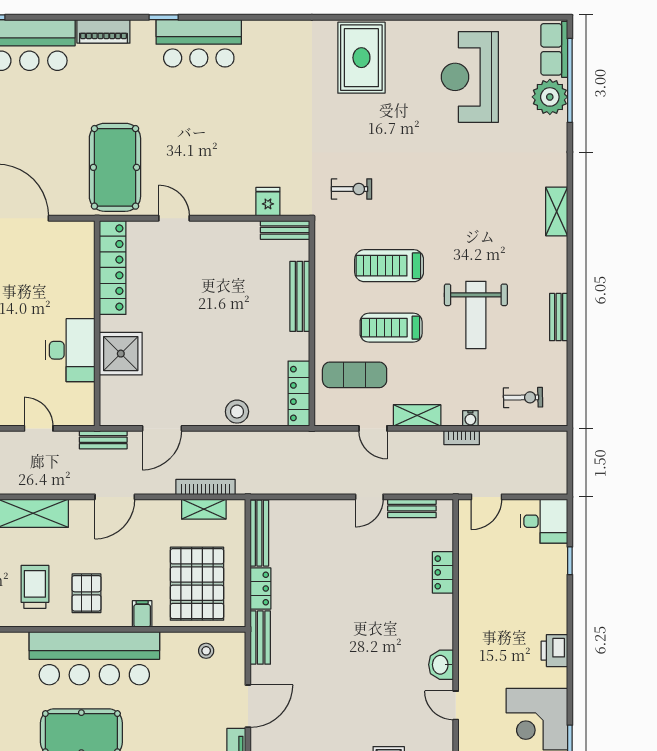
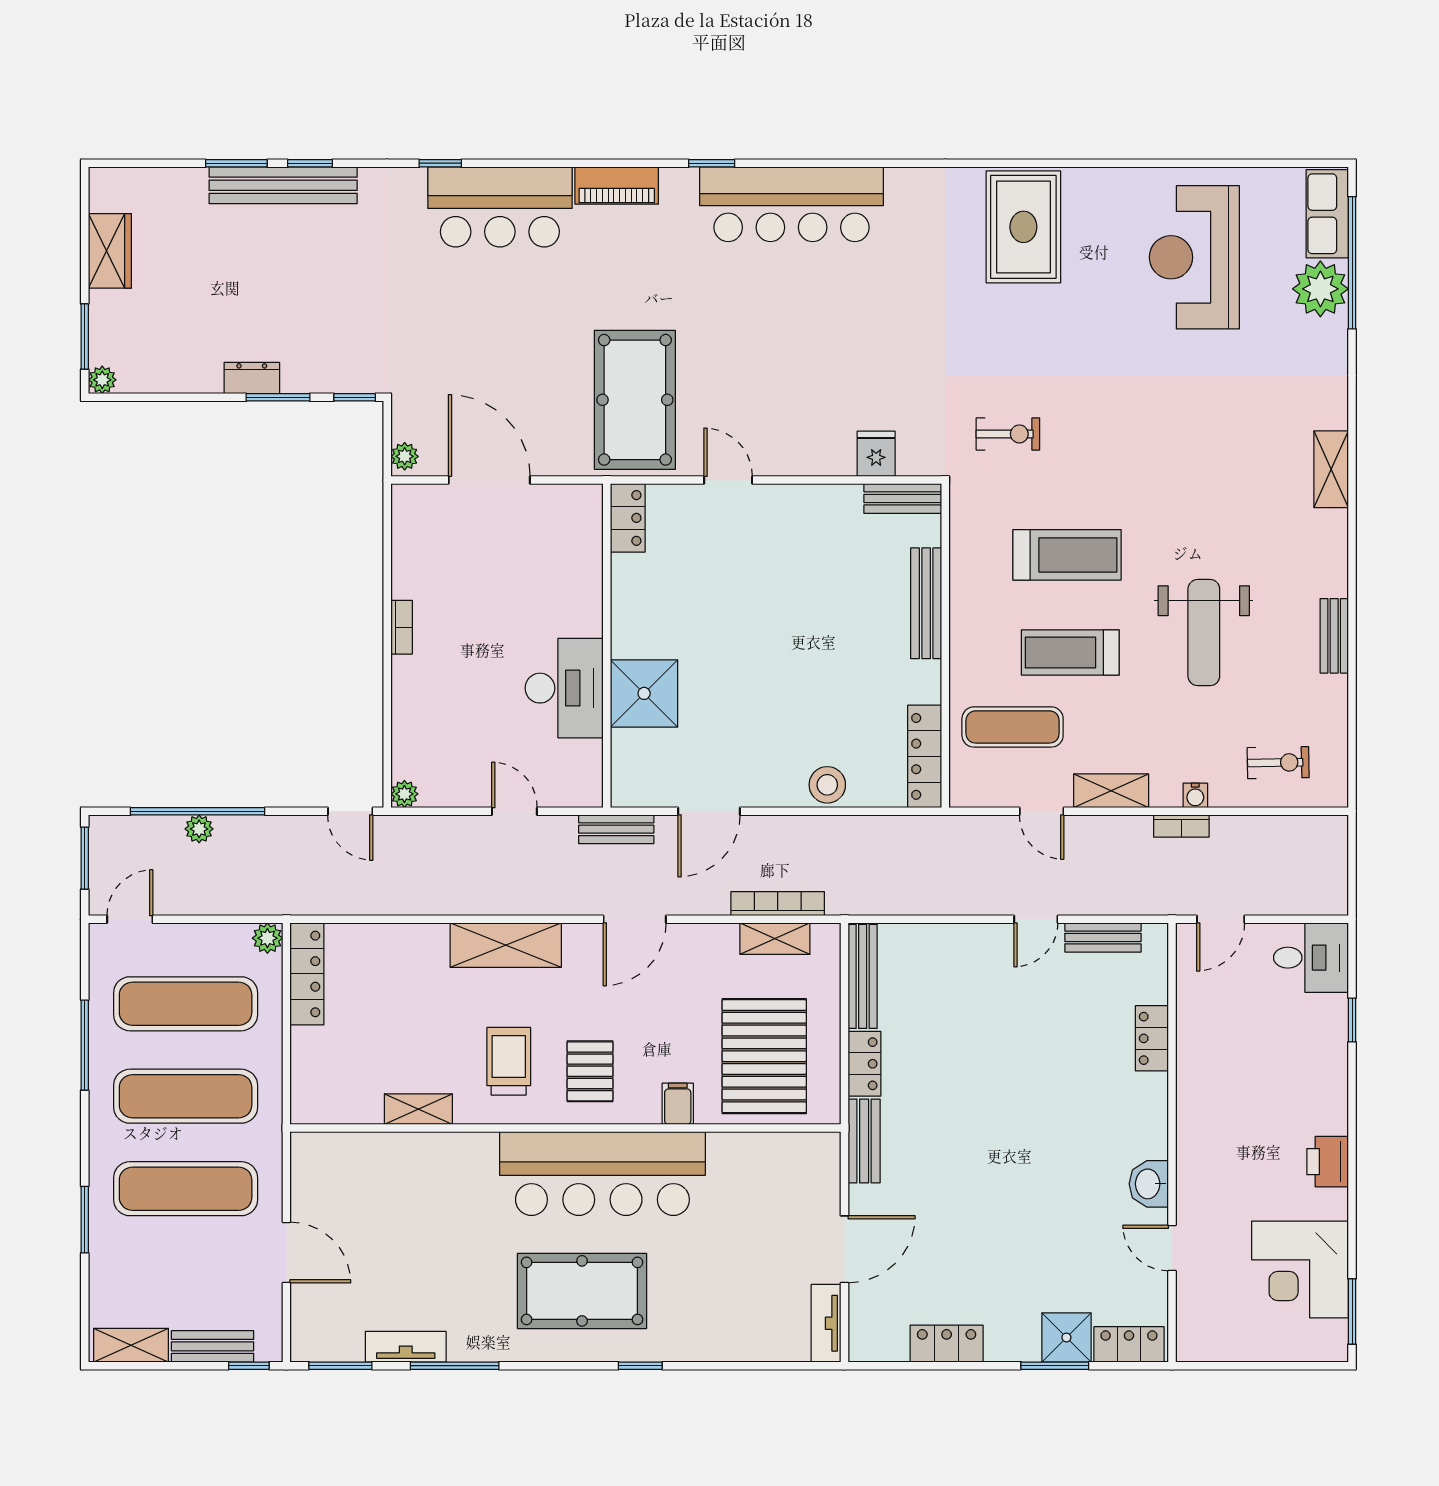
bar counter: (199, 43) -> (792, 204), width x1.36
treadmill: (389, 266) -> (1067, 555), turned 180
locker: (113, 267) -> (628, 518), width x0.46, depth x0.83
stool: (206, 651) -> (779, 1162), removed

